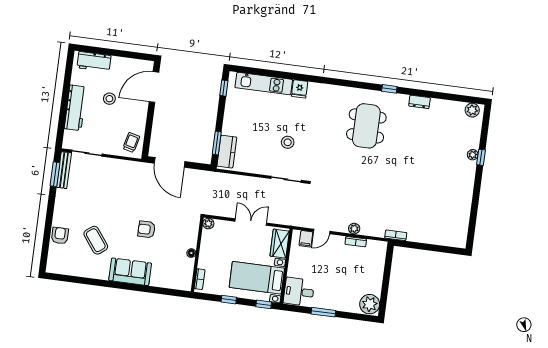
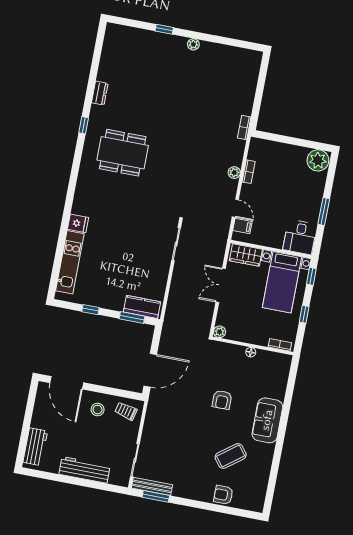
window: (224, 88) -> (91, 310), moved
stool: (109, 99) -> (98, 410), moved
plant: (472, 110) -> (112, 36), removed
stool: (288, 142) -> (136, 240), removed
plant: (473, 155) -> (193, 44), moved

